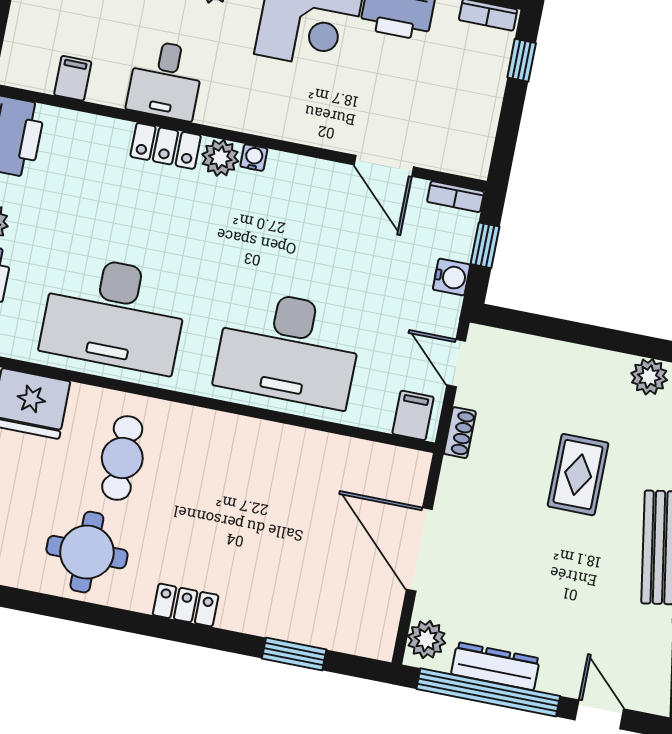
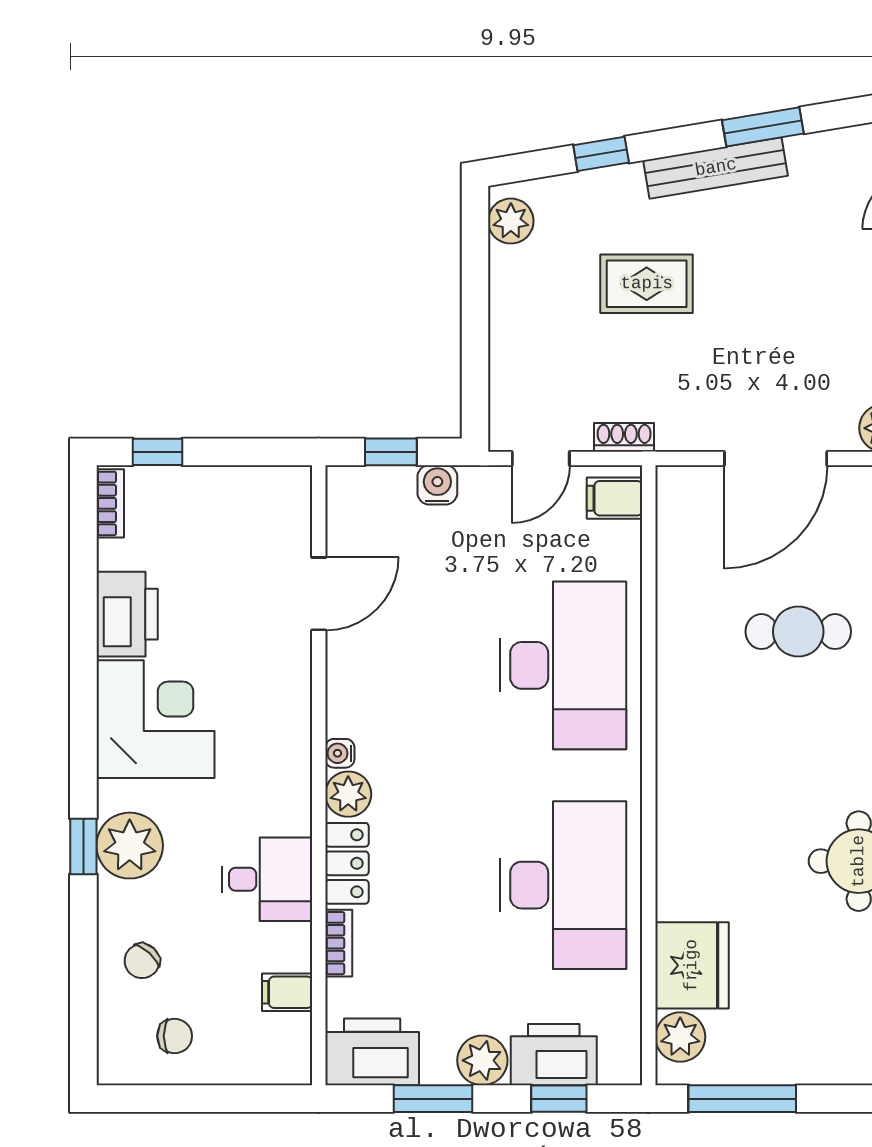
bookcase: (456, 197) -> (339, 943), moved
cafe table: (122, 458) -> (798, 632), moved

